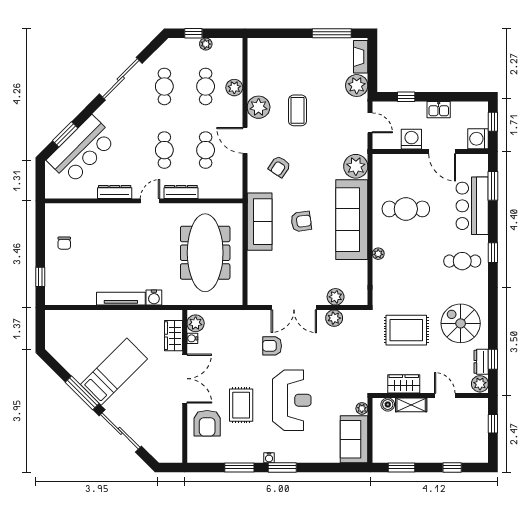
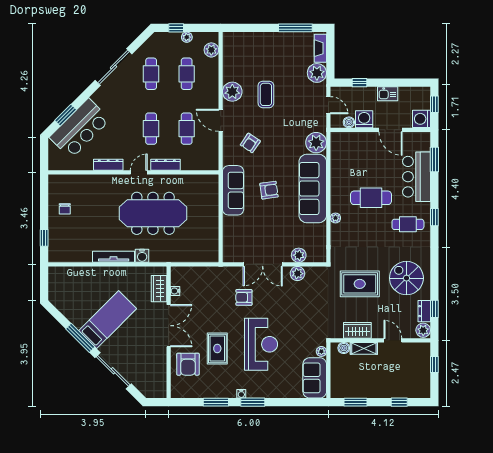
plant: (234, 88) -> (211, 50), moved
boiler: (394, 143) -> (349, 122), added
cafe table: (406, 209) -> (371, 198), moved
meeting table: (205, 253) -> (153, 213), moved, turned 90
plant: (196, 323) -> (178, 278), removed

